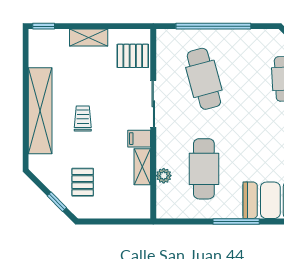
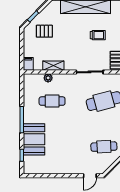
trolley: (83, 119) -> (98, 35), moved
filing cabinet: (139, 139) -> (28, 64), moved
cafe table: (204, 169) -> (52, 101), width x0.73, depth x0.74

